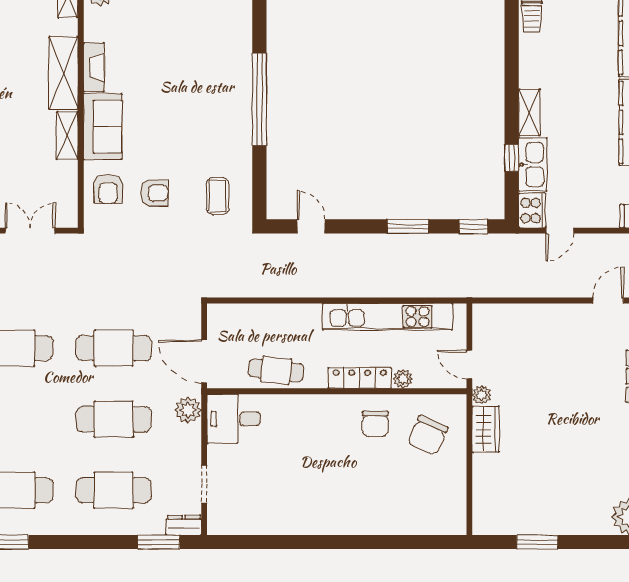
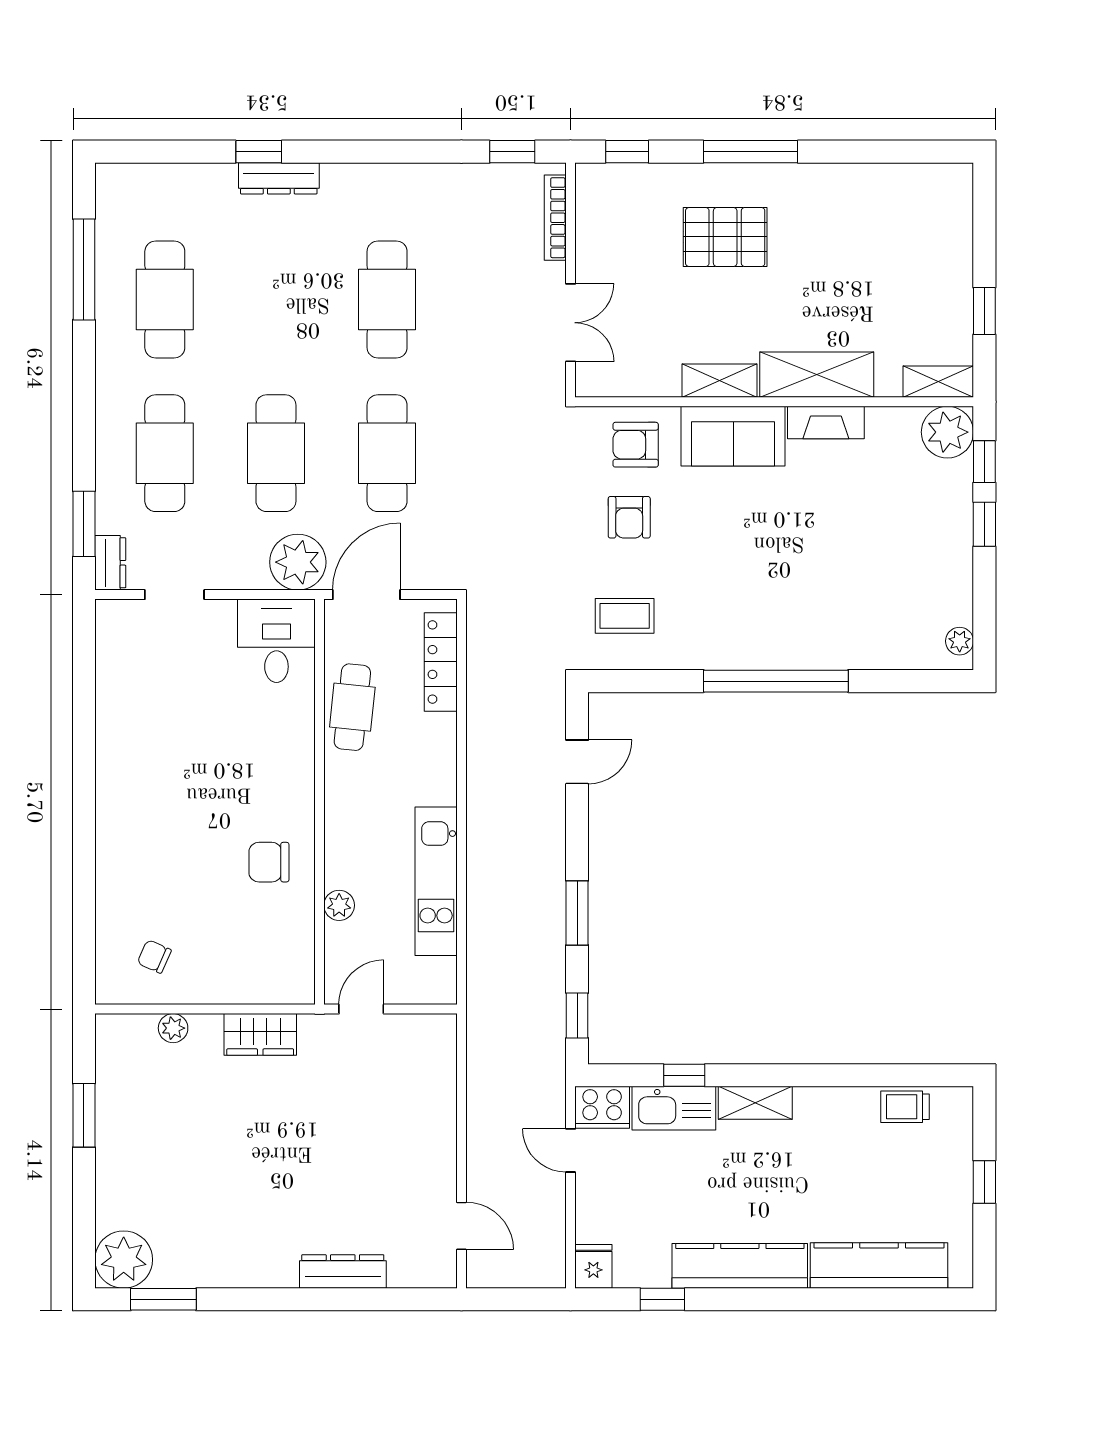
kitchen unit: (388, 317) -> (436, 881), width x0.73
locker: (360, 378) -> (441, 662), moved, turned 180
plant: (481, 395) -> (173, 1028), moved
plant: (188, 410) -> (298, 562), width x1.36, depth x1.36
chair: (428, 435) -> (154, 957), moved, width x0.54, depth x0.54

